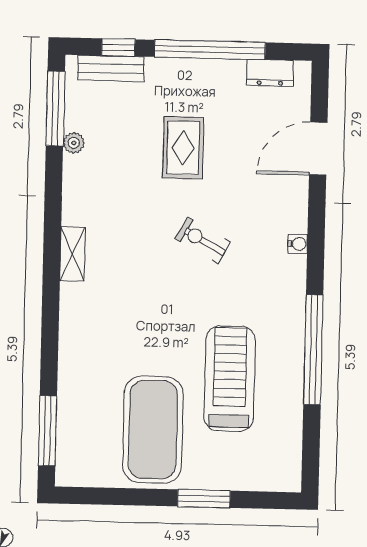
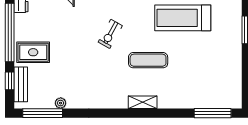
rug: (183, 148) -> (33, 52), moved
shelving: (73, 254) -> (143, 102), moved
exercise mat: (153, 430) -> (148, 60), moved, width x0.50, depth x0.69

